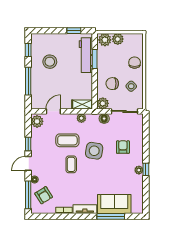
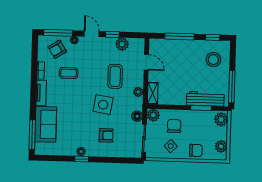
window: (74, 31) -> (232, 87), width x2.17
plant: (118, 39) -> (221, 146), moved
stool: (50, 62) -> (213, 60), moved
plant: (37, 121) -> (122, 44), moved
coffee table: (71, 164) -> (69, 73), moved
window: (111, 216) -> (32, 135), moved

